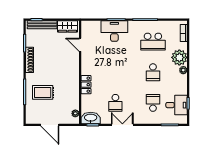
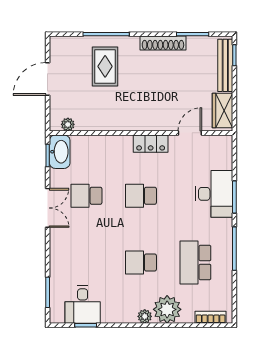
locker: (86, 85) -> (151, 144), moved
school desk: (153, 103) -> (141, 196), moved, turned 180

